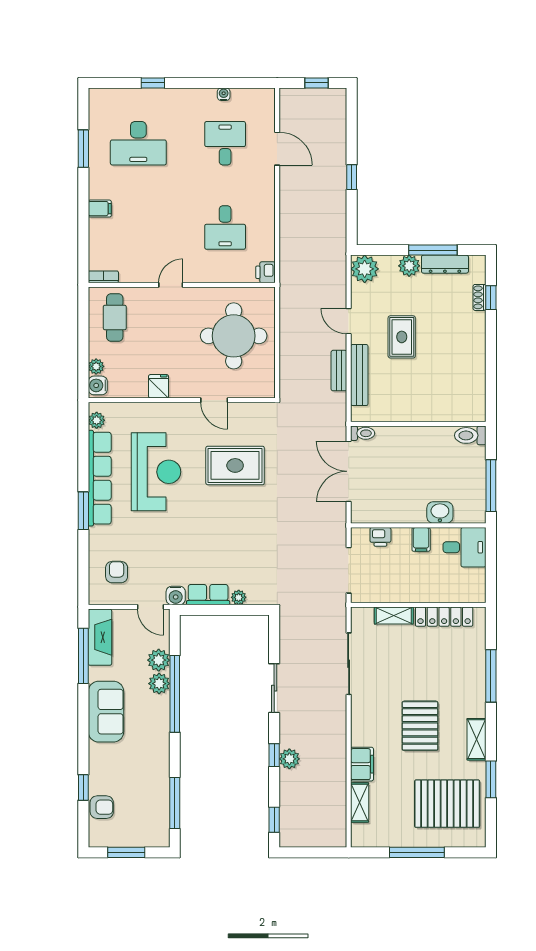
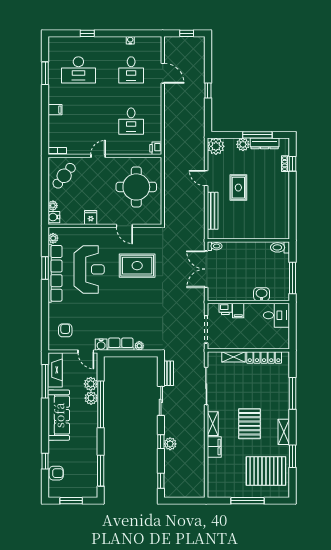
desk: (225, 143) -> (131, 70), turned 180
cafe table: (115, 317) -> (64, 176), turned 39
bench: (339, 371) -> (169, 373), moved
window: (83, 511) -> (45, 268), moved
filing cabinet: (421, 539) -> (238, 311), moved
sofa: (106, 712) -> (59, 415), width x1.36
shelving: (360, 802) -> (213, 424), moved

